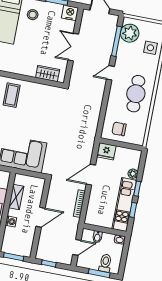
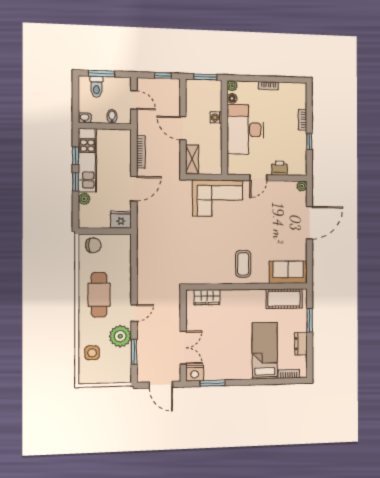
stool: (33, 15) -> (237, 361), removed
plant: (130, 33) -> (120, 336), moved
window: (116, 41) -> (134, 352), width x0.69
double door: (73, 47) -> (183, 348), moved
chair: (119, 129) -> (93, 245), moved
shelving: (16, 197) -> (192, 159), moved
door: (41, 217) -> (183, 128), hinge flipped
door: (77, 247) -> (134, 100), swing flipped

